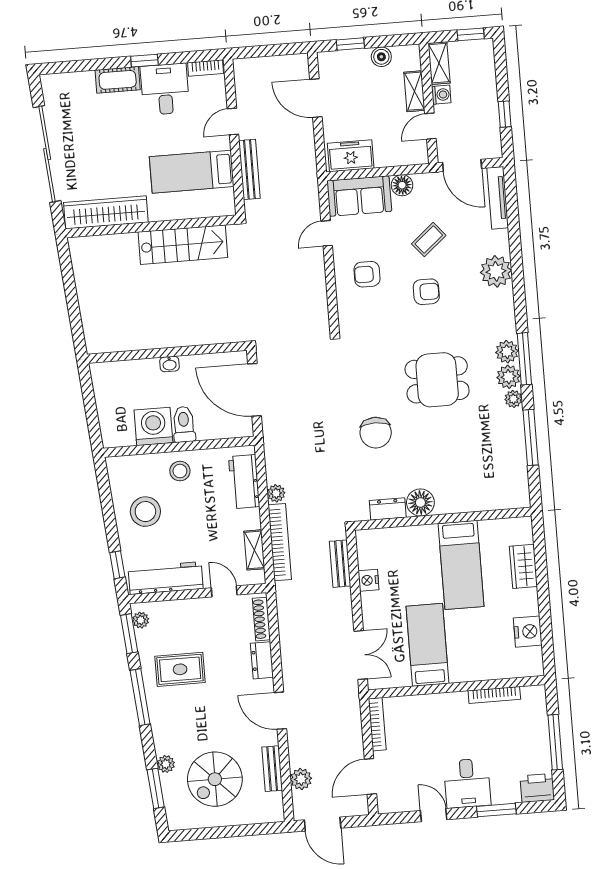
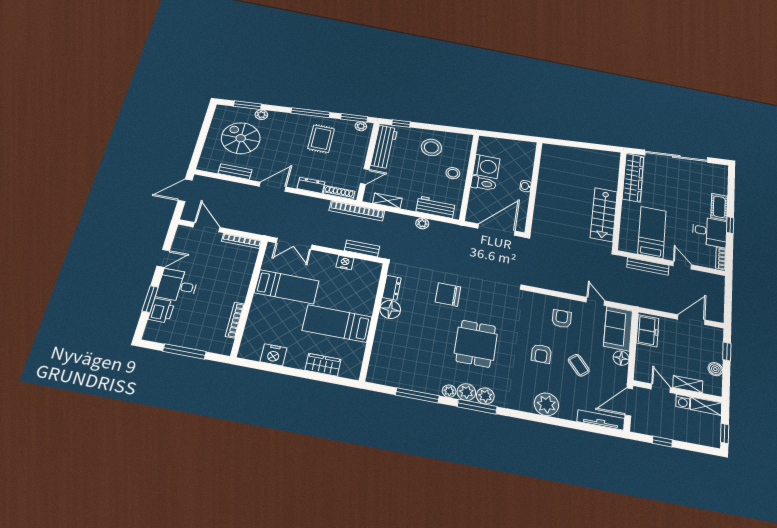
bookcase: (280, 542) -> (357, 211), moved
plant: (301, 779) -> (221, 186), removed
printer: (537, 788) -> (161, 311), moved

